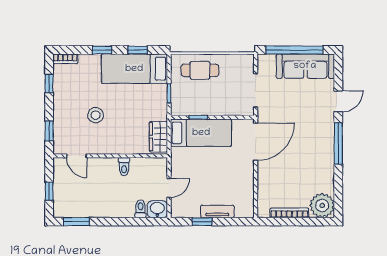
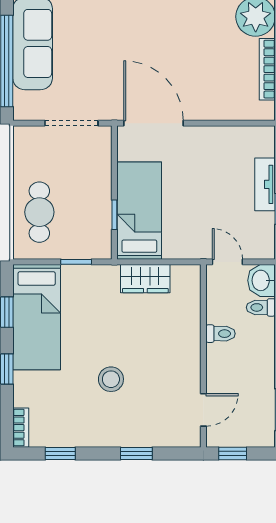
door: (76, 156) -> (203, 410), moved
wall: (110, 156) -> (203, 356), moved
toilet: (124, 167) -> (220, 334), moved

